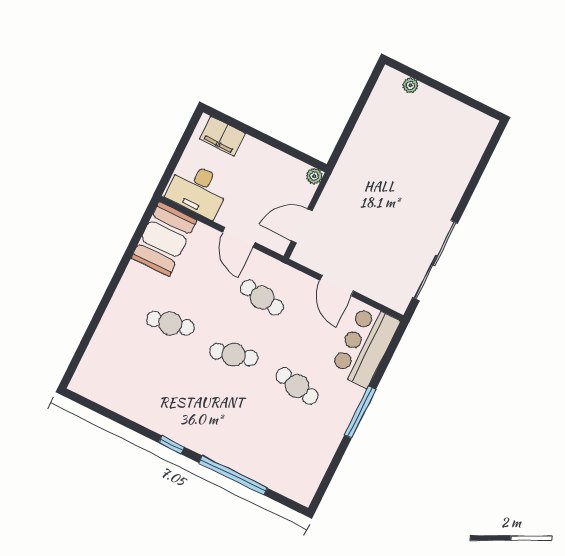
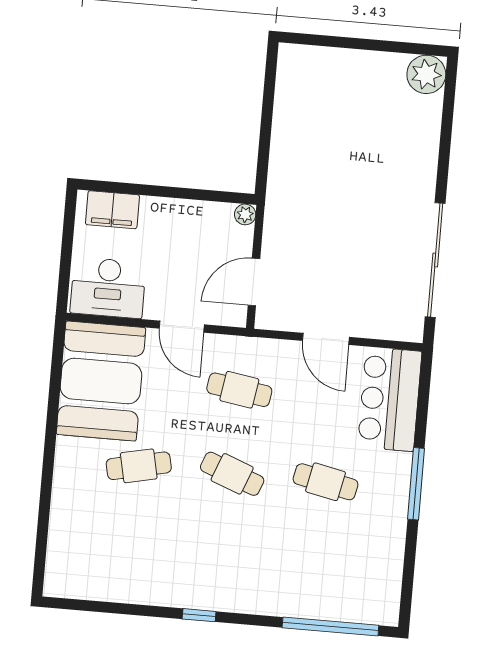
plant: (410, 85) -> (426, 74), moved, width x1.88, depth x1.88
booth: (164, 239) -> (101, 381), width x1.36, depth x1.42
cafe table: (234, 355) -> (232, 474), turned 36
window: (233, 475) -> (330, 626), moved

